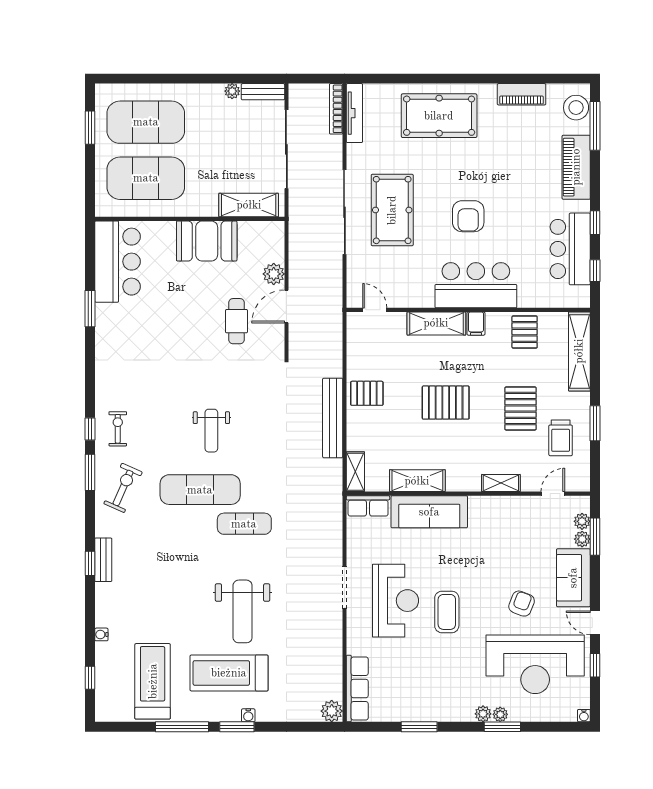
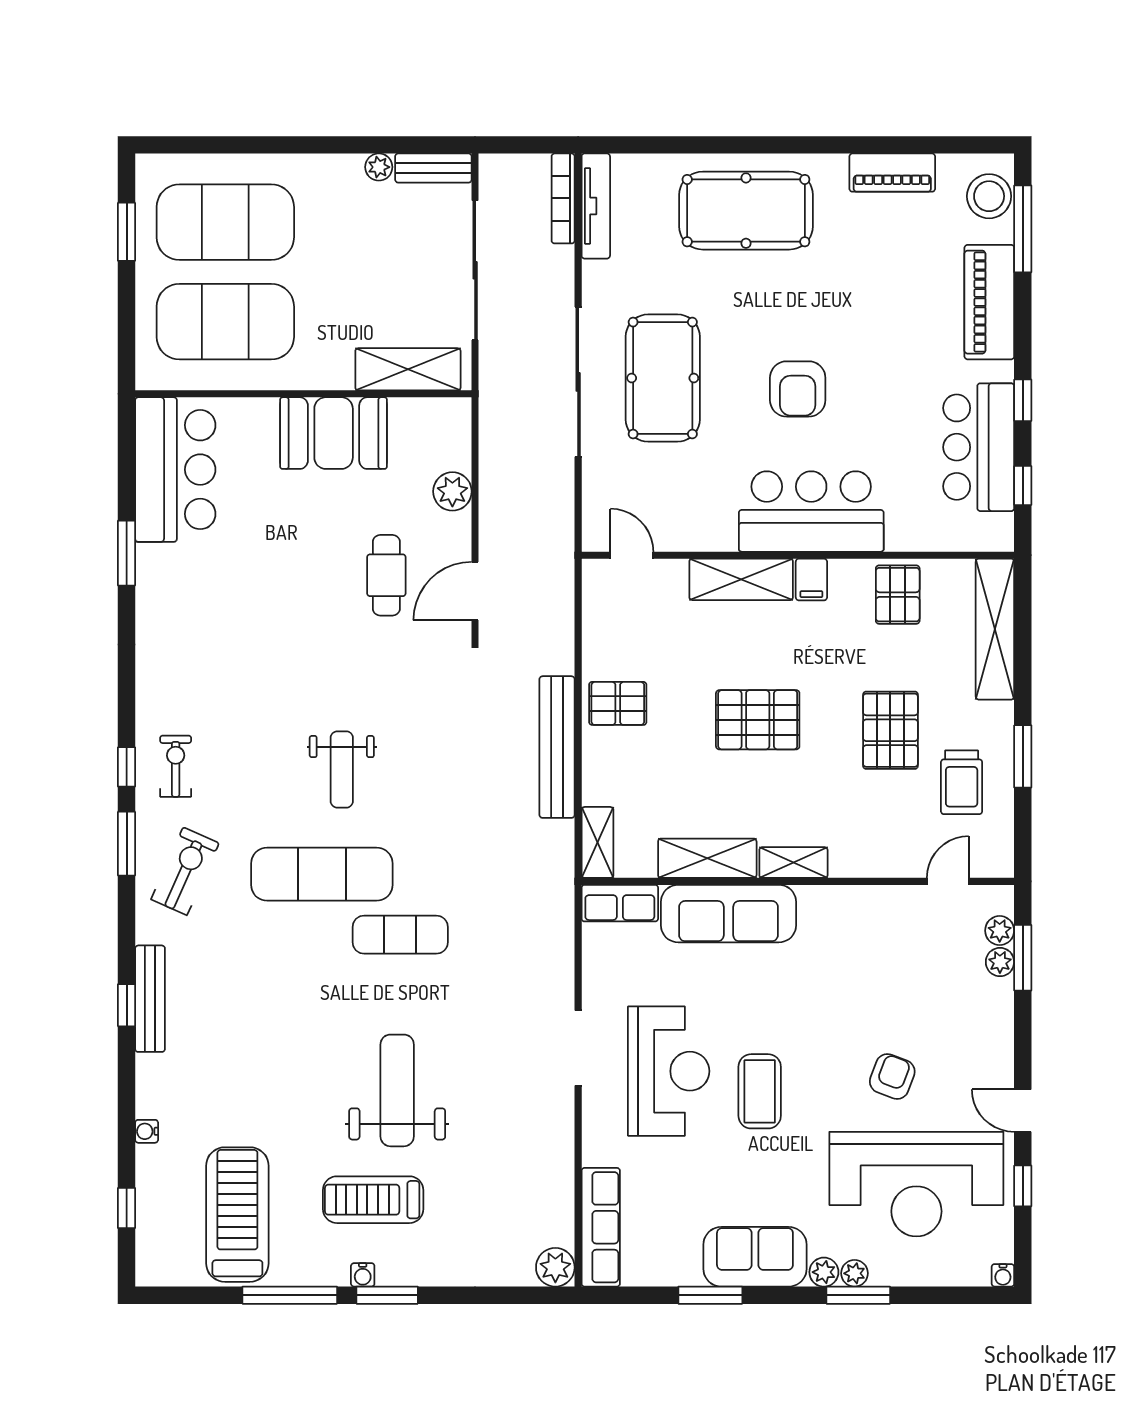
door: (286, 306) -> (475, 591), moved
shelving: (501, 483) -> (793, 863), moved
bench: (103, 560) -> (150, 999), width x1.36
sofa: (573, 578) -> (755, 1257), moved, turned 90
weight bench: (243, 611) -> (397, 1090), turned 180
treadmill: (229, 673) -> (373, 1200), width x0.73, depth x0.73
water cooler: (248, 715) -> (363, 1275), moved

